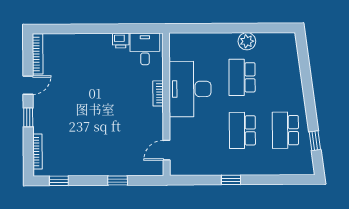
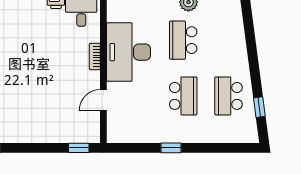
school desk: (242, 130) -> (183, 96), turned 180
door: (167, 150) -> (103, 100), moved
window: (118, 180) -> (79, 148), moved

